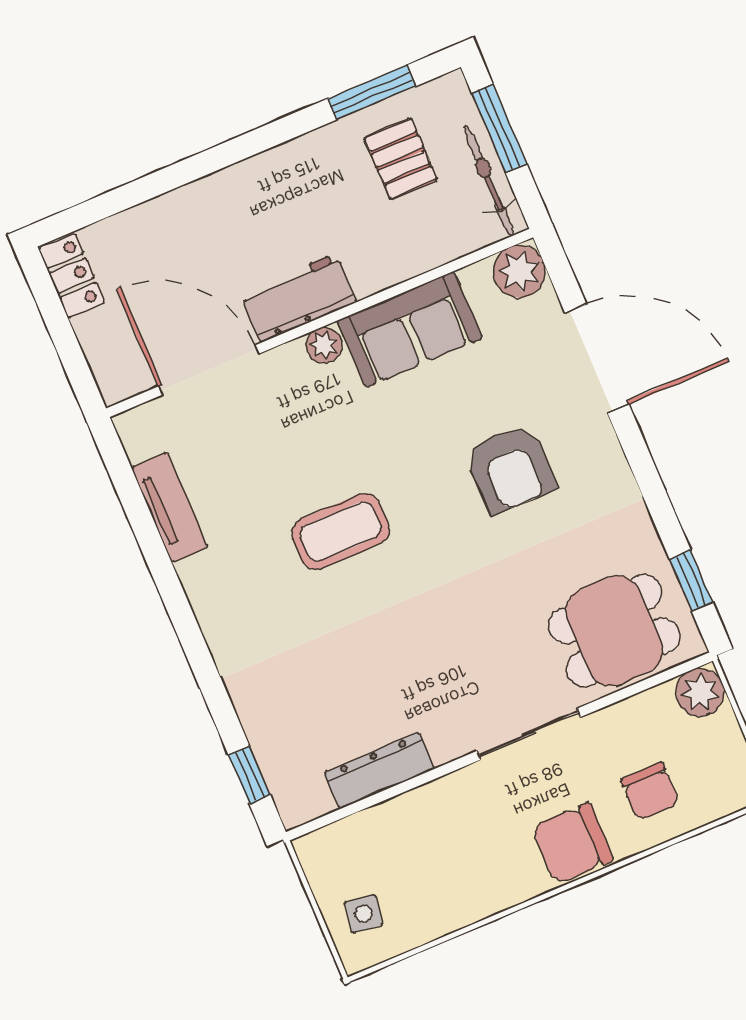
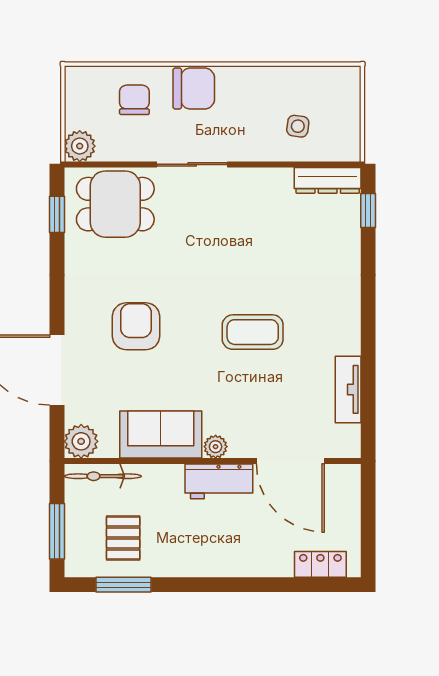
bicycle: (489, 181) -> (103, 476), moved, turned 90
locker: (72, 276) -> (320, 564), moved, turned 90
dresser: (379, 771) -> (328, 180), moved
side table: (364, 914) -> (298, 126), moved

